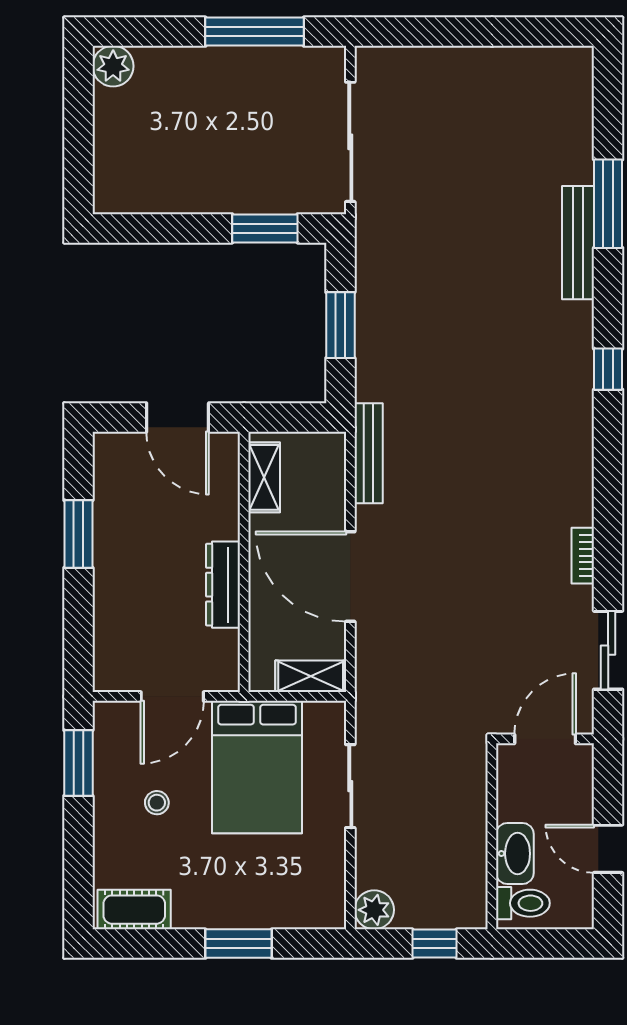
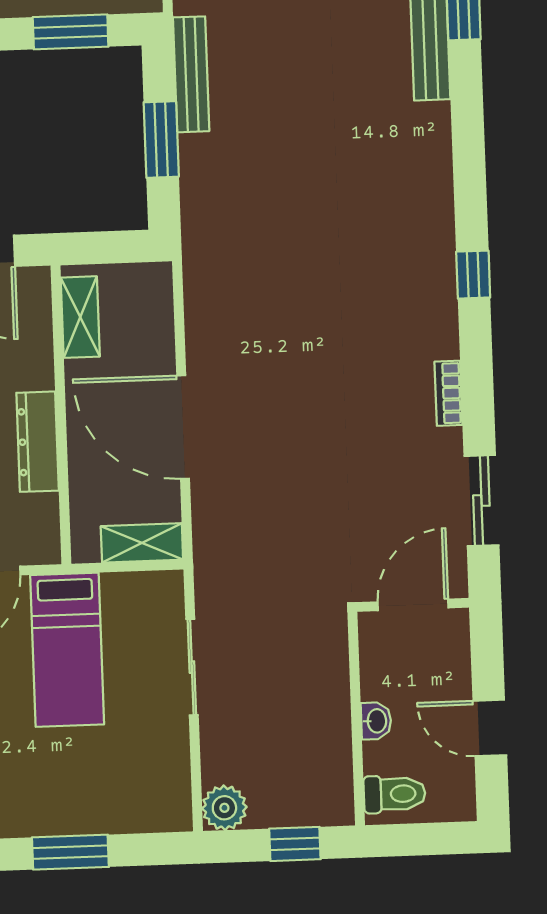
window: (608, 369) -> (473, 275), moved
bench: (369, 453) -> (191, 74), moved
bed: (257, 767) -> (67, 650), width x0.67
washbasin: (515, 854) -> (376, 721), width x0.52, depth x0.69

